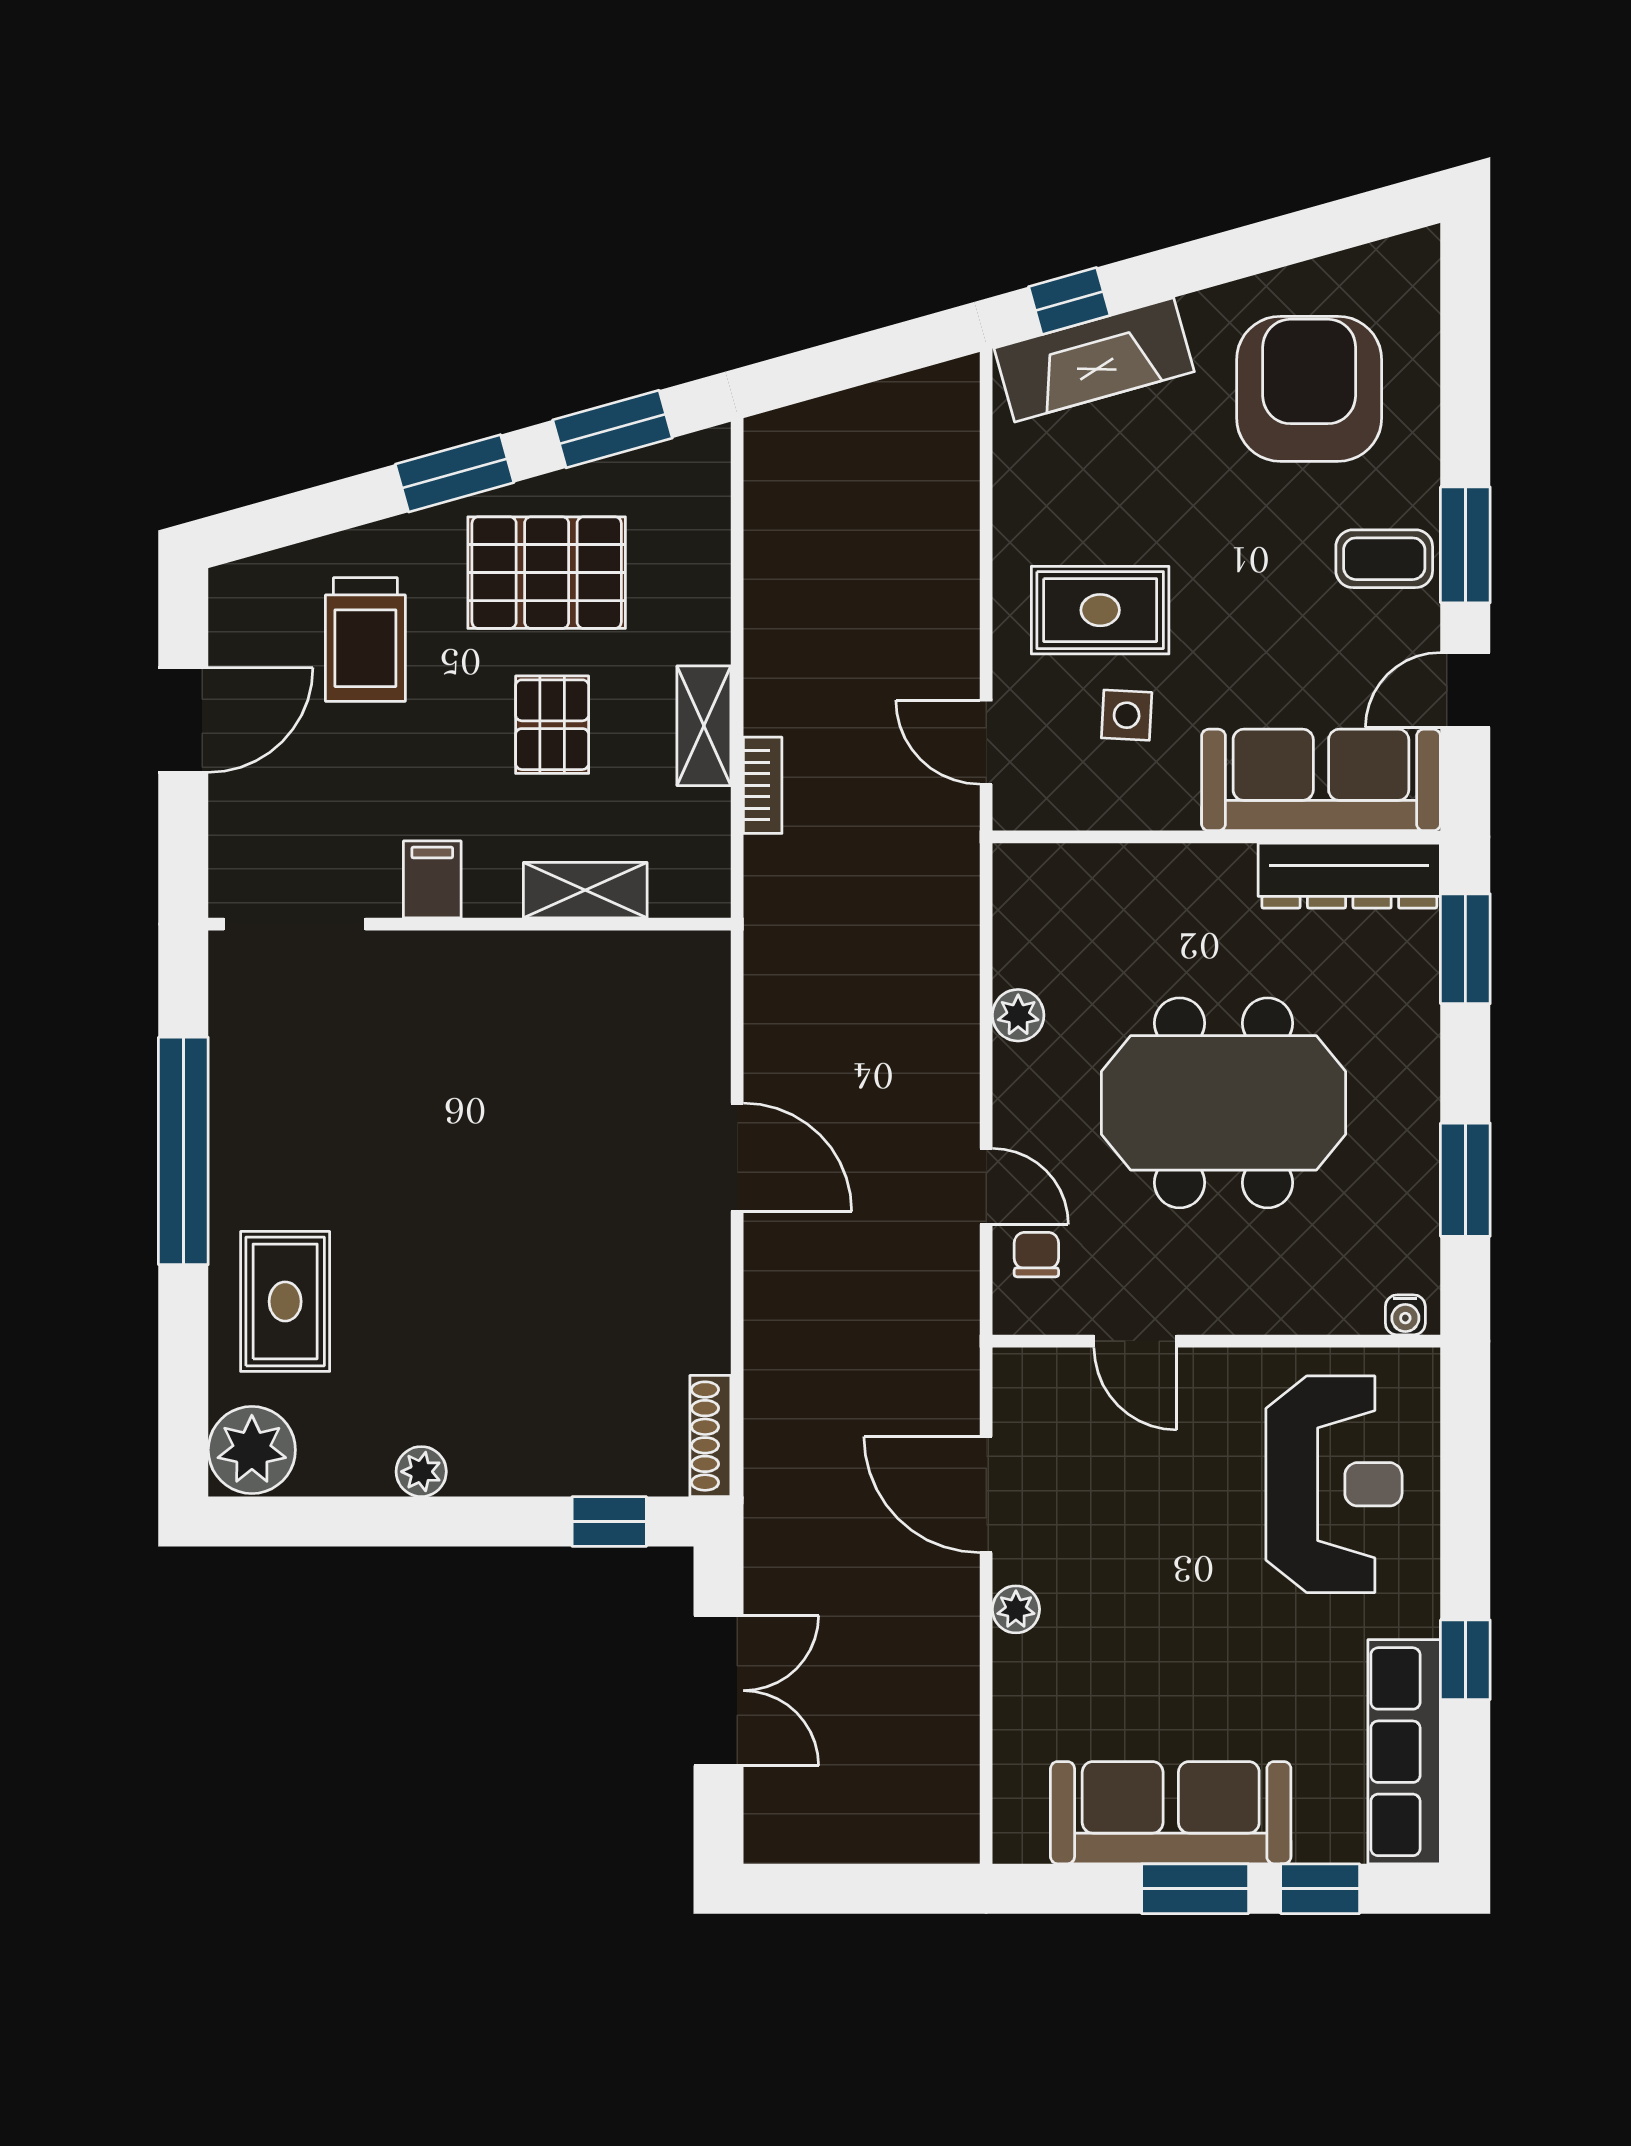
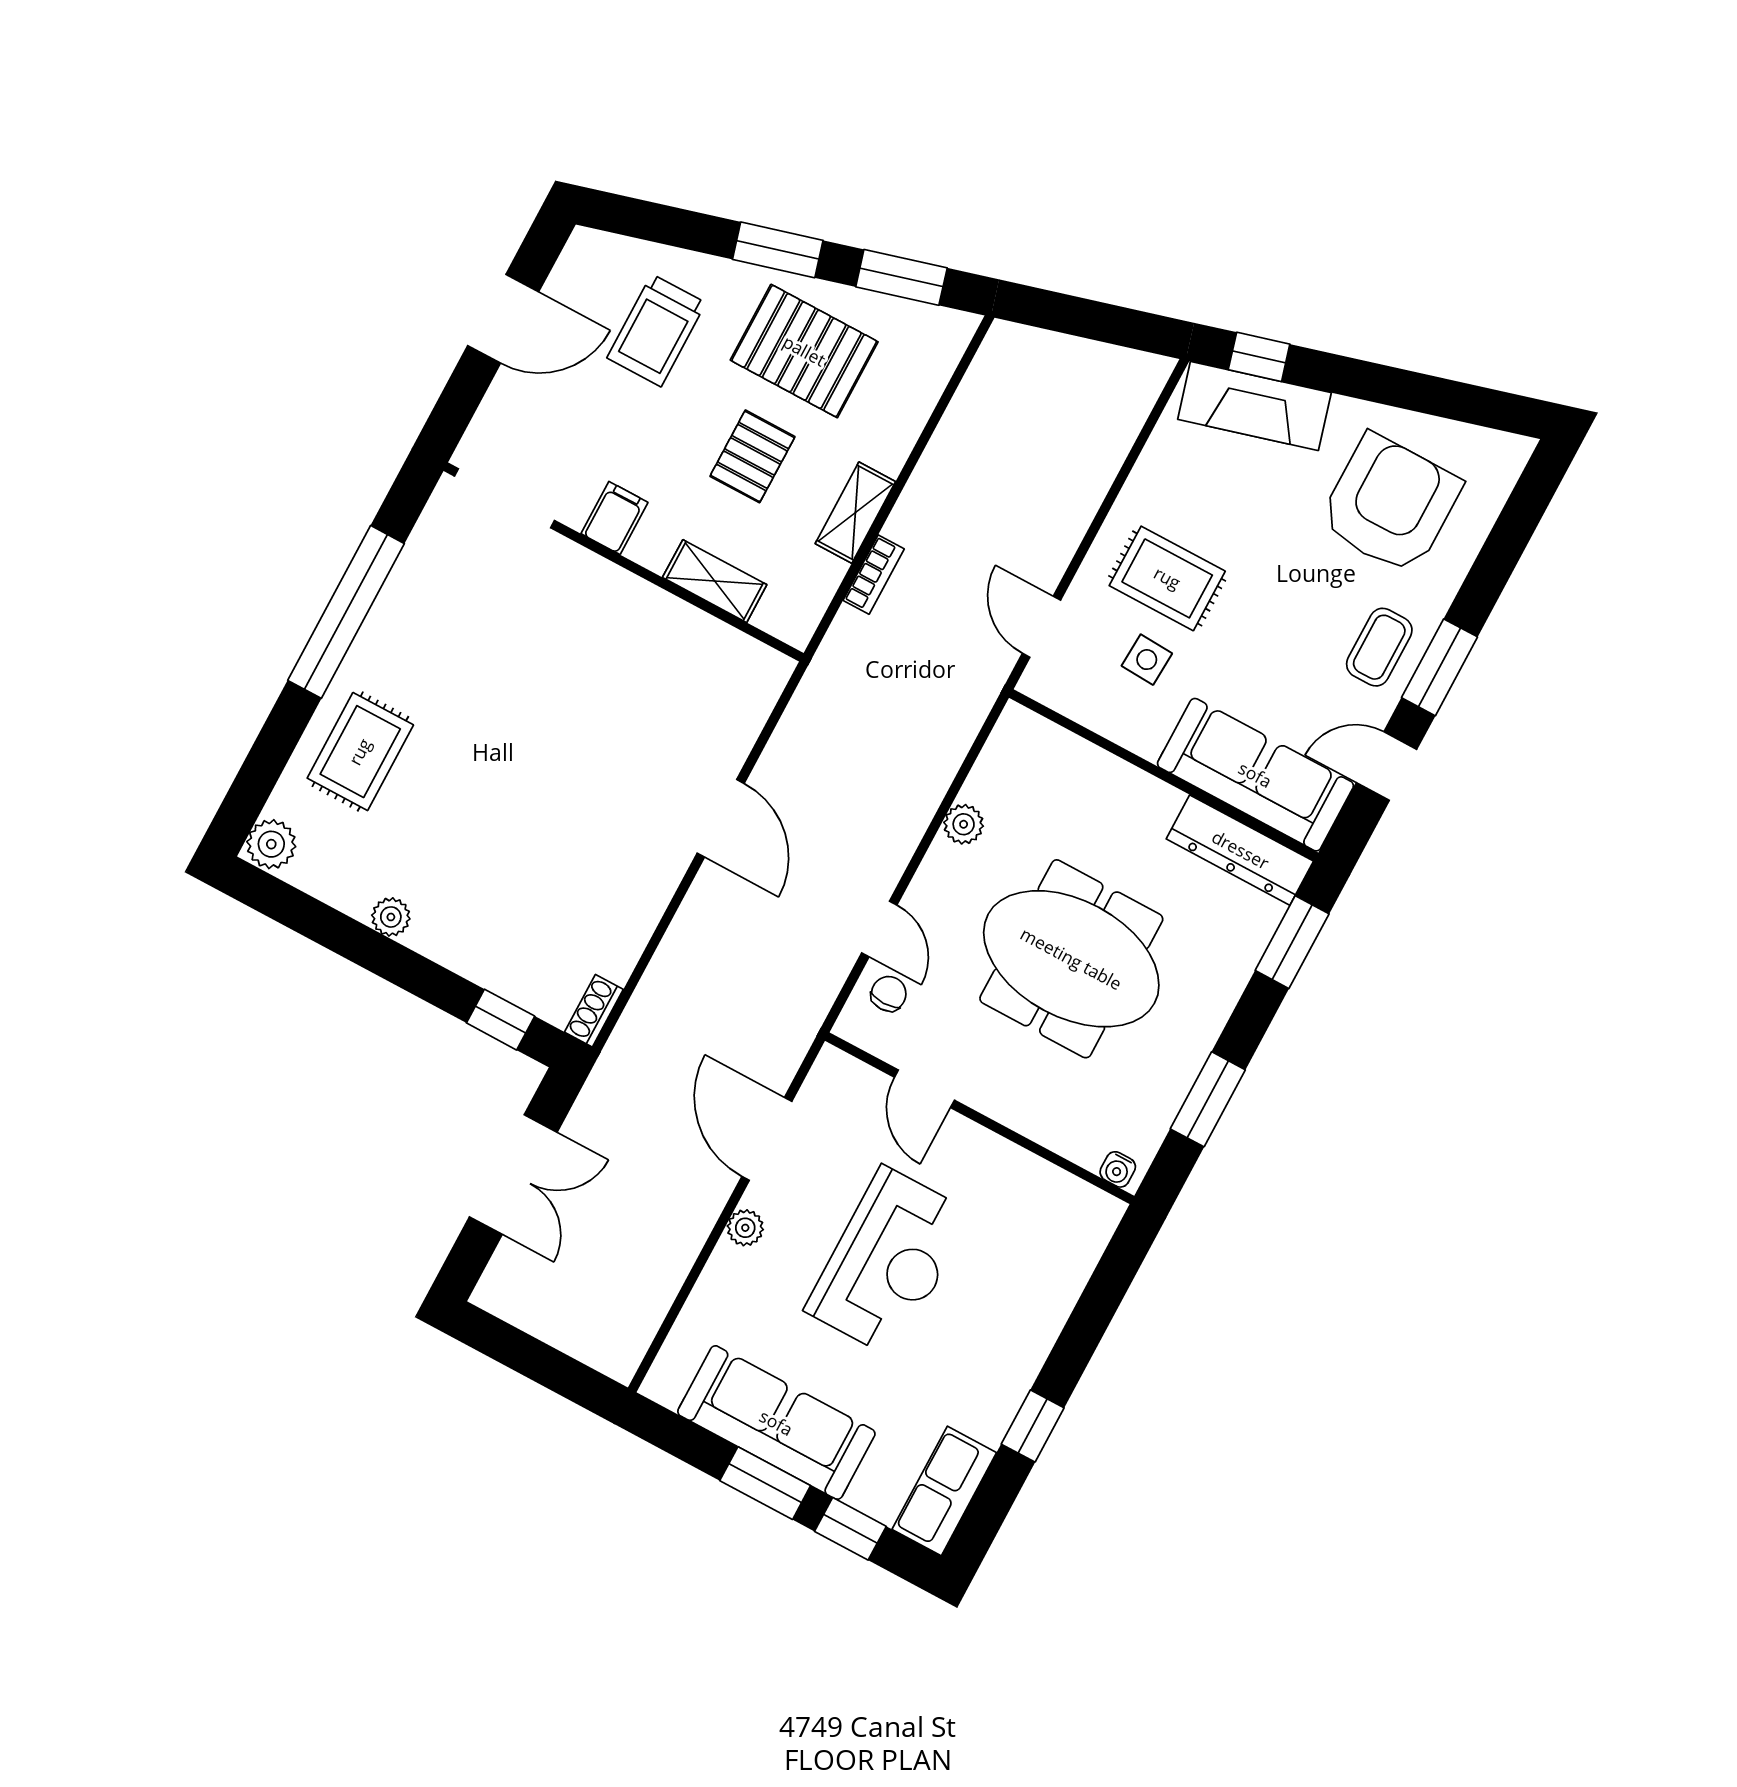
coffee table: (1384, 559) -> (1379, 647), turned 90
shoe rack: (710, 1436) -> (594, 1011), width x0.70
plant: (252, 1450) -> (271, 844), width x0.73, depth x0.73
reception desk: (1334, 1484) -> (888, 1262), moved
row of seats: (1404, 1752) -> (944, 1491), width x0.68

